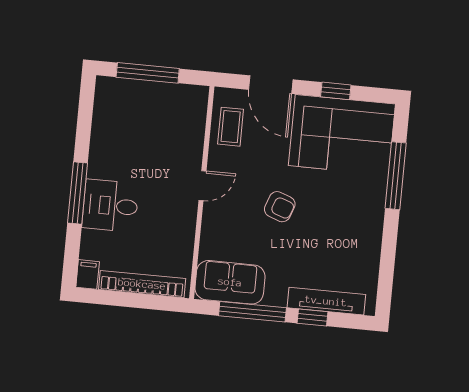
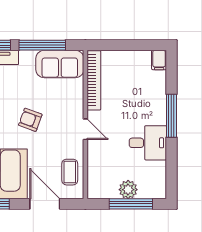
plant: (150, 94) -> (128, 190), added
door: (202, 186) -> (85, 129), swing flipped
desk: (110, 206) -> (148, 143), moved
bookcase: (142, 284) -> (94, 80), moved, turned -90

